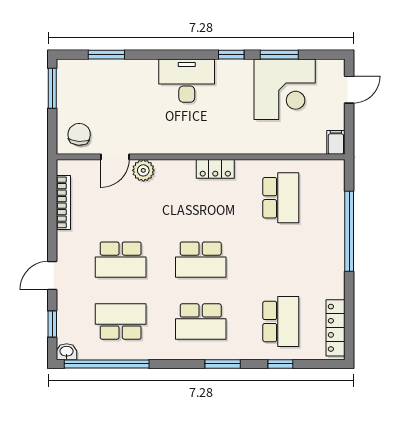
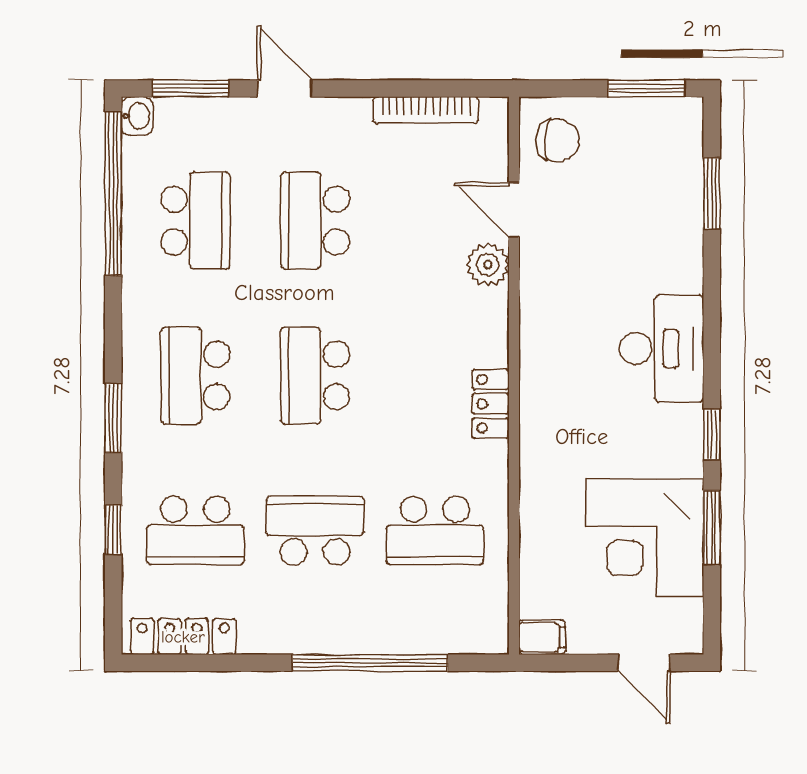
school desk: (281, 260) -> (315, 531), added
window: (52, 324) -> (190, 88), width x1.50

